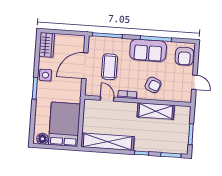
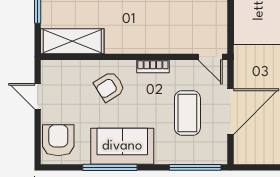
armchair: (153, 85) -> (109, 87), turned -55
door: (107, 99) -> (210, 57), moved
shelving: (156, 111) -> (72, 41), moved

